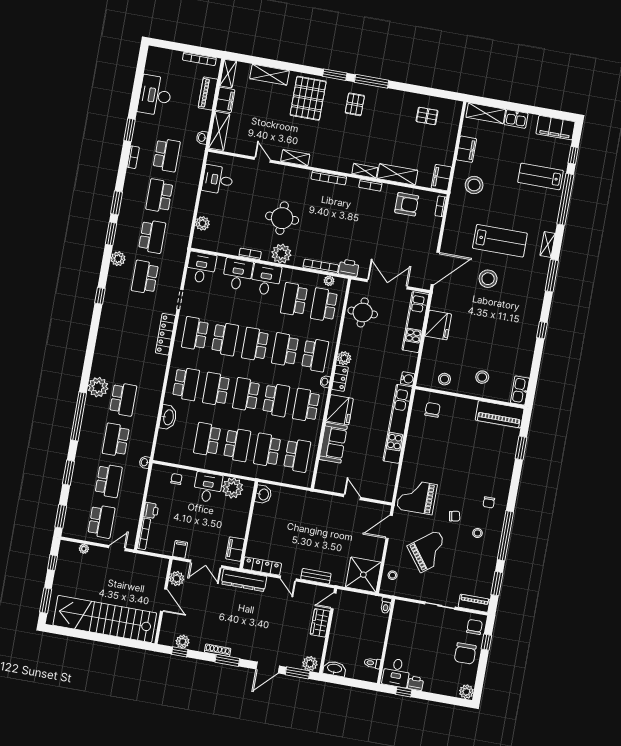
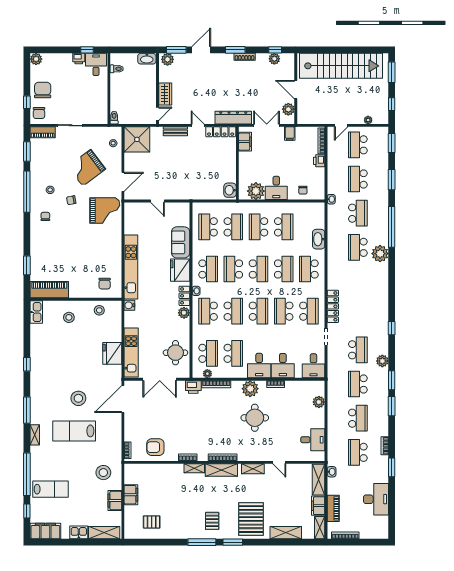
shelving: (397, 174) -> (221, 470), moved
filing cabinet: (441, 178) -> (131, 495), moved

